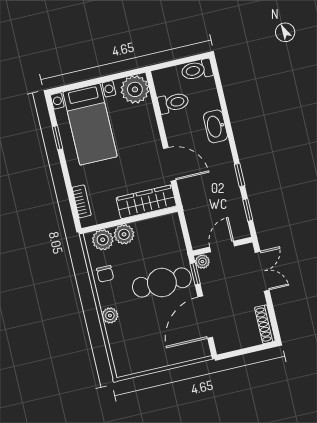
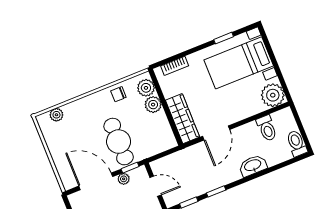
plant: (202, 262) -> (124, 179), moved
plant: (110, 315) -> (56, 115), moved

